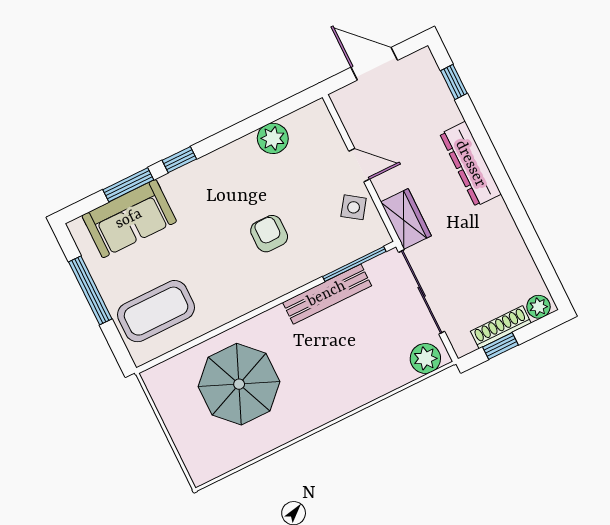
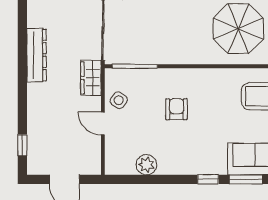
dresser: (470, 164) -> (37, 55), moved
armchair: (269, 234) -> (176, 109), turned 180
bench: (327, 294) -> (160, 56), removed

